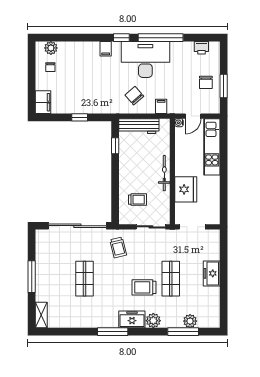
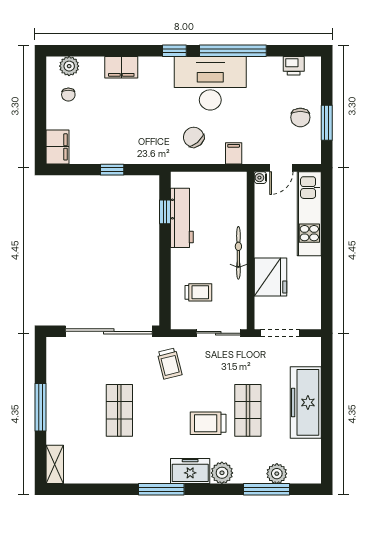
filing cabinet: (106, 49) -> (121, 67), moved, width x2.00
workbench: (139, 126) -> (182, 218), moved, turned -90
freezer: (212, 273) -> (306, 402), width x1.91, depth x1.26

